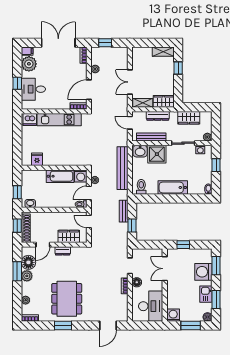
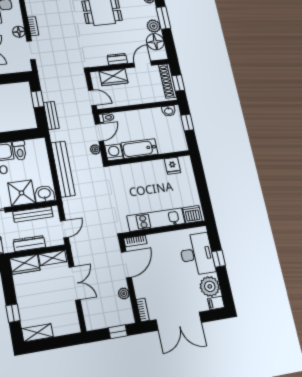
desk: (33, 89) -> (197, 254), width x1.37
door: (130, 123) -> (64, 229), hinge flipped
toilet: (141, 187) -> (20, 150), moved
window: (17, 271) -> (163, 18), moved

